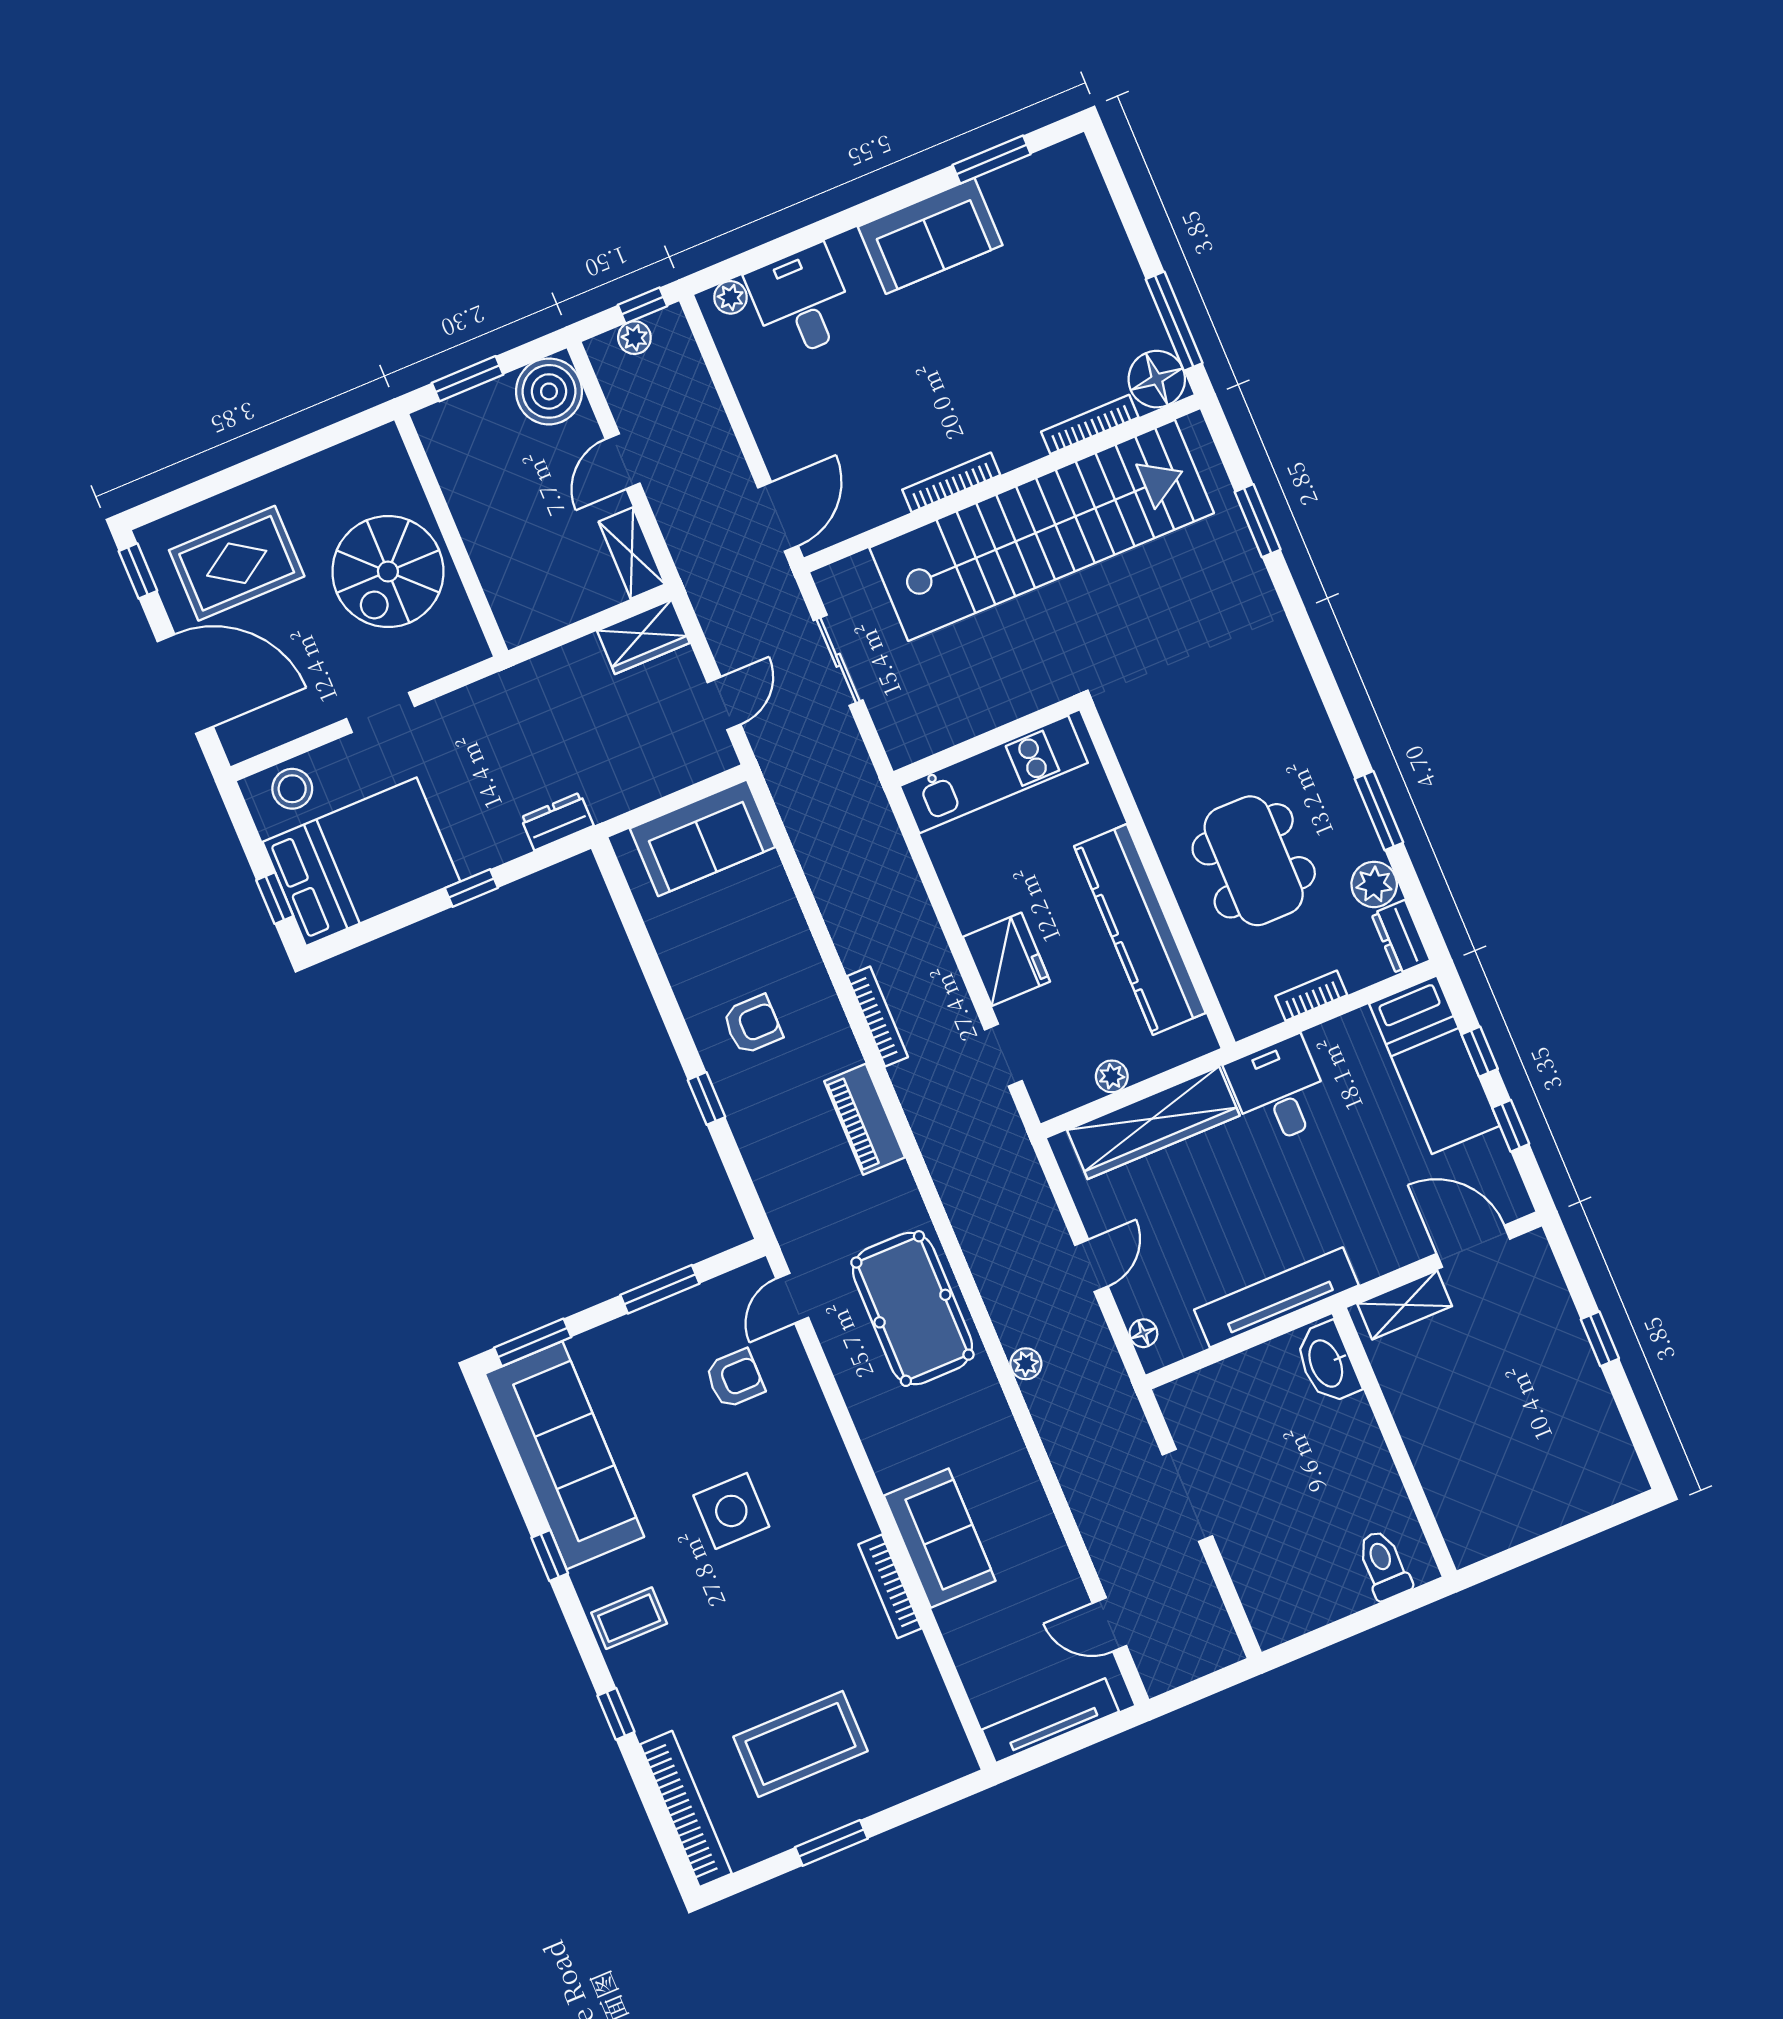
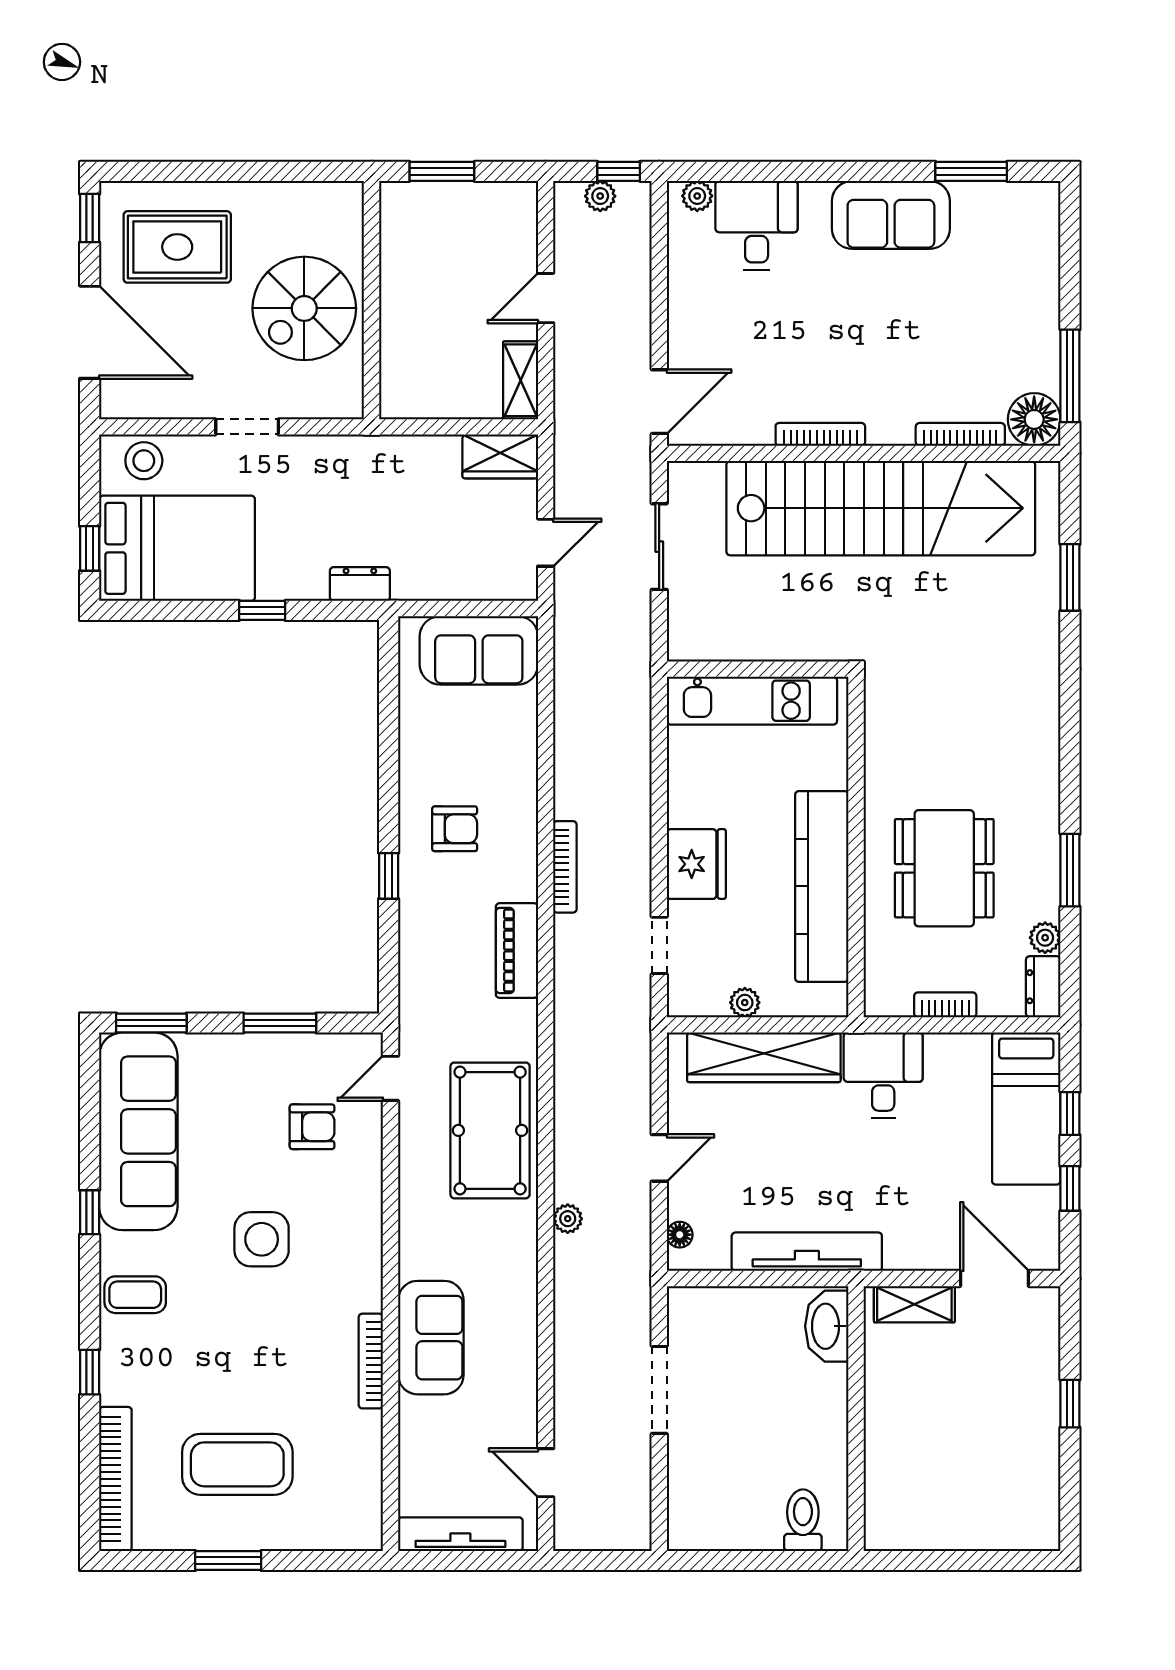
boiler: (549, 391) -> (507, 212), removed
plant: (1374, 884) -> (1045, 938), width x0.73, depth x0.73

